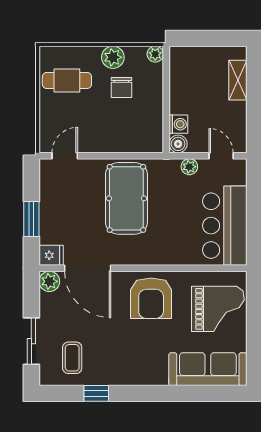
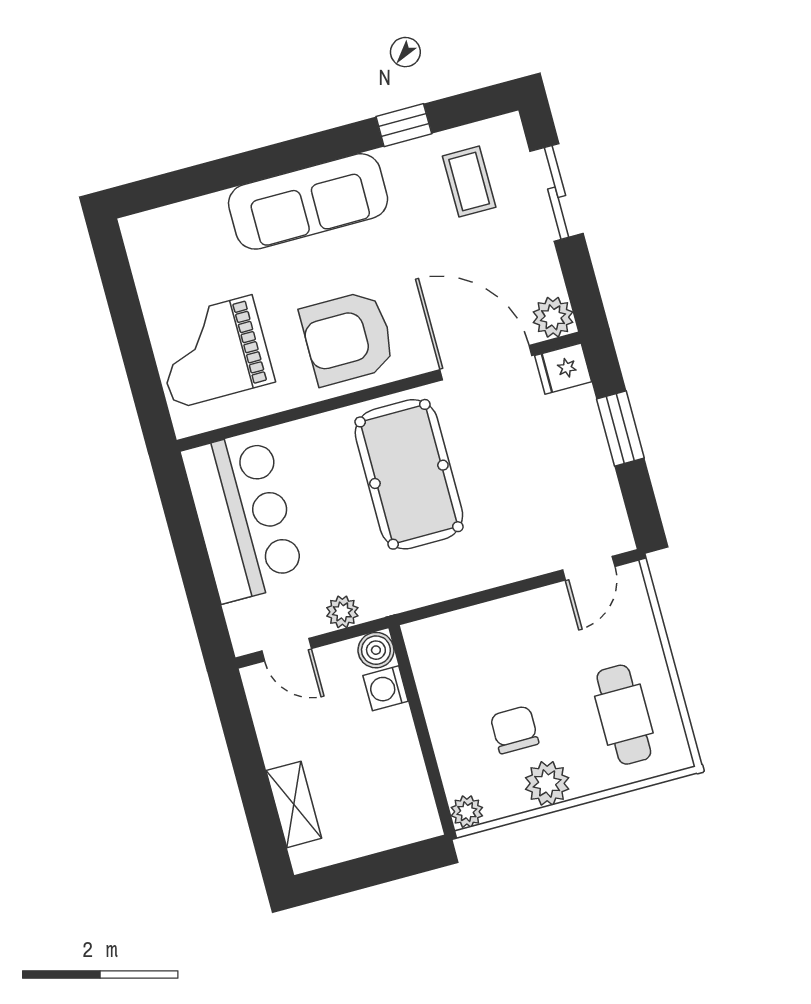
cafe table: (67, 80) -> (624, 715), turned 90
pool table: (126, 198) -> (409, 474), moved
armchair: (151, 298) -> (348, 338), turned -90
sofa: (208, 369) -> (308, 201), moved

